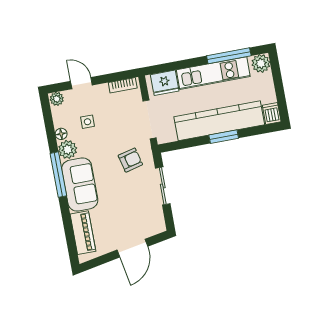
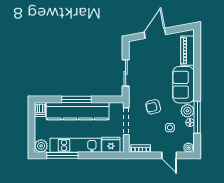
window: (224, 137) -> (77, 99), width x1.44
armchair: (130, 160) -> (153, 107), moved
window: (58, 175) -> (197, 117), moved

